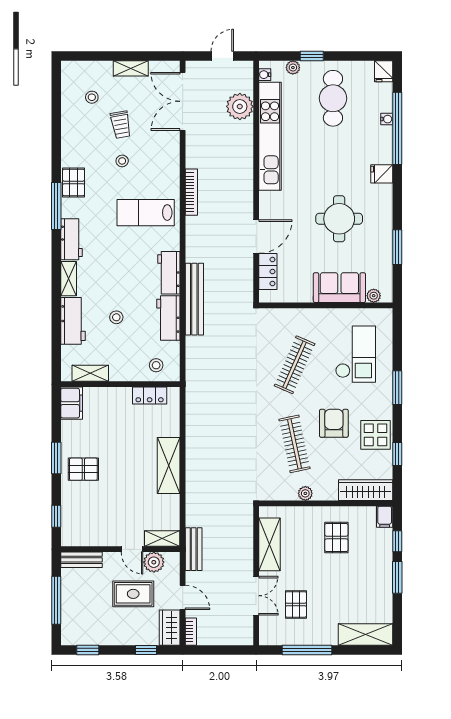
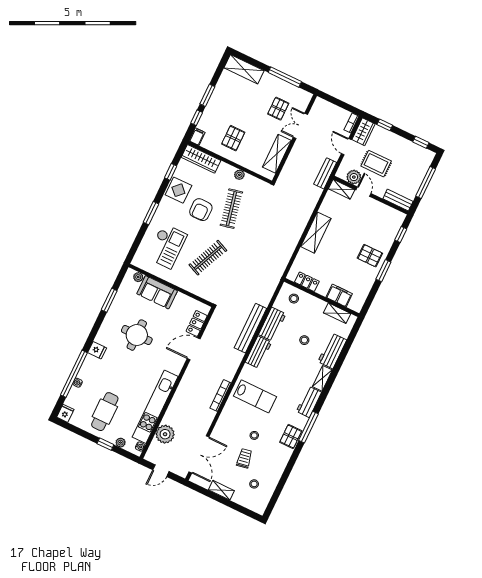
checkout: (355, 354) -> (167, 246), turned 180
filing cabinet: (72, 403) -> (339, 296), moved, turned 90

